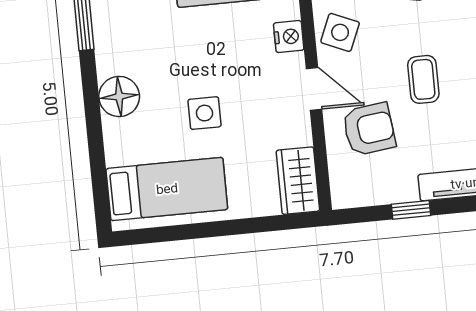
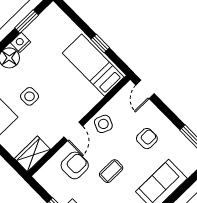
nightstand: (289, 37) -> (21, 42), moved, turned 180
armchair: (369, 129) -> (75, 165), turned -83

